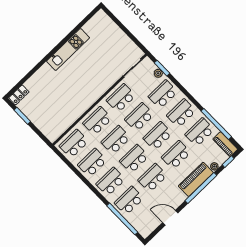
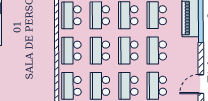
door: (170, 218) -> (201, 84), moved

